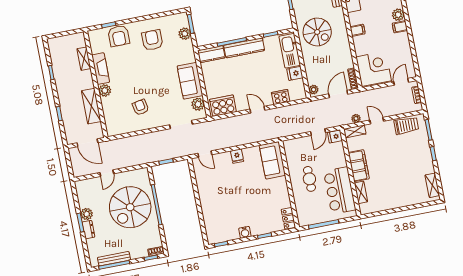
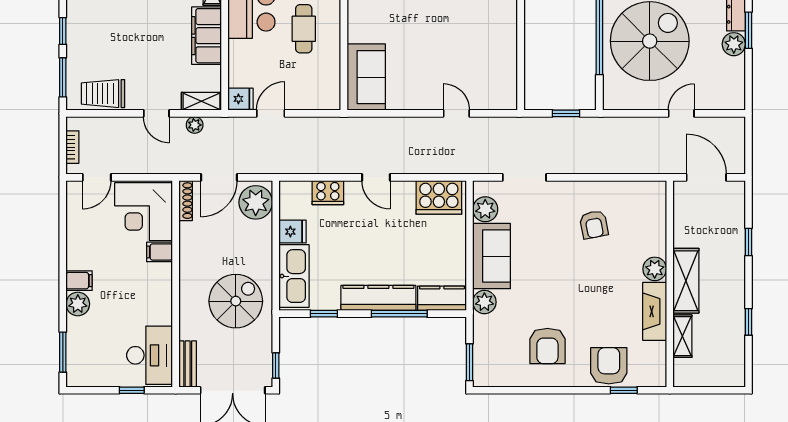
filing cabinet: (358, 30) -> (160, 252), moved
spiral stairs: (317, 32) -> (236, 301), turned 90
plant: (185, 34) -> (484, 302), moved
plant: (314, 90) -> (256, 202), width x1.87, depth x1.87
shelving: (91, 106) -> (686, 281), moved
door: (205, 154) -> (456, 113), moved
fridge: (237, 156) -> (431, 98), removed

